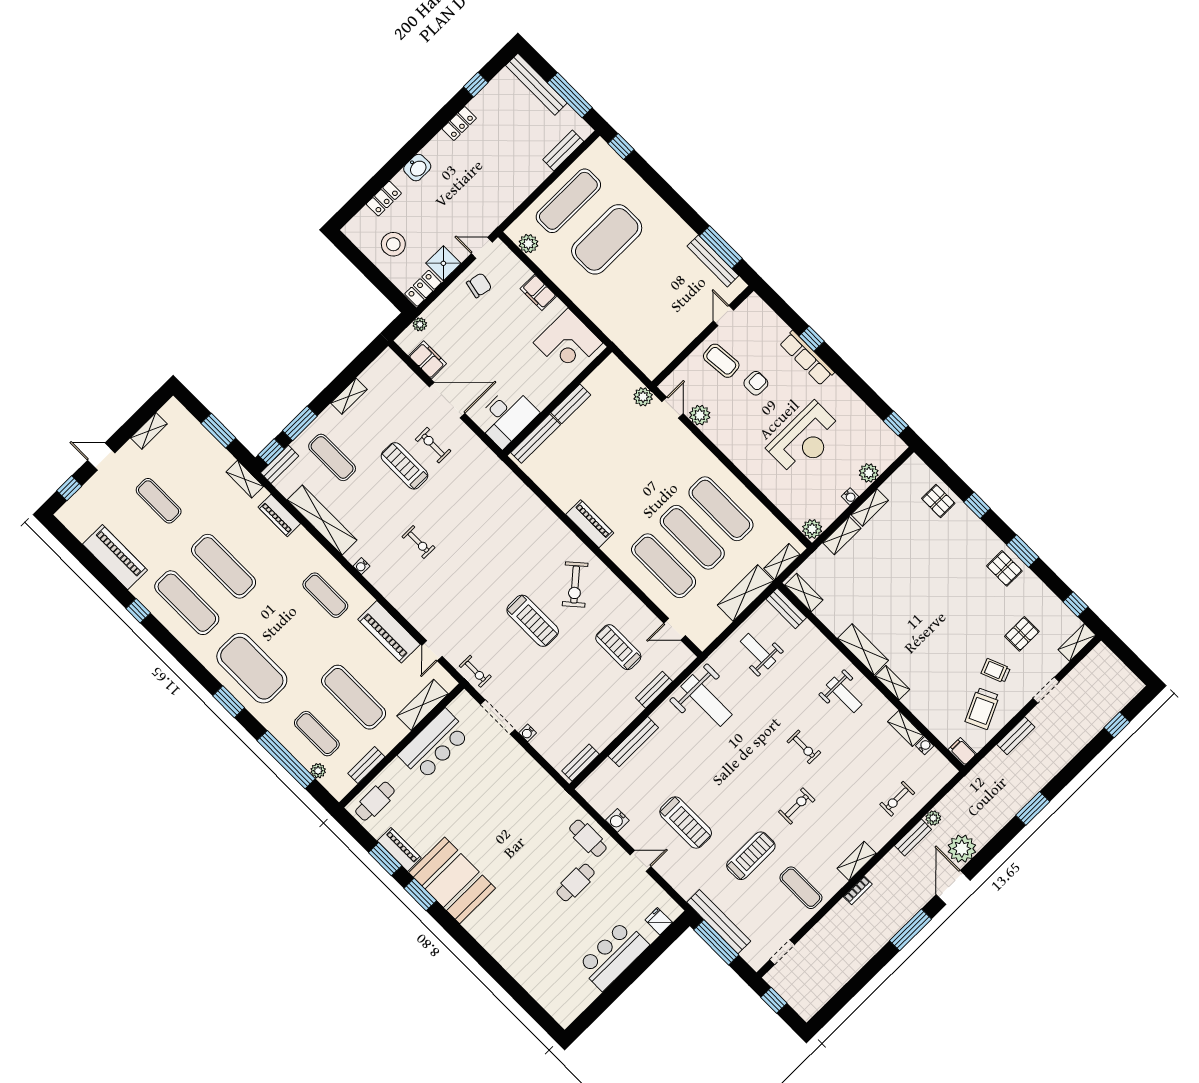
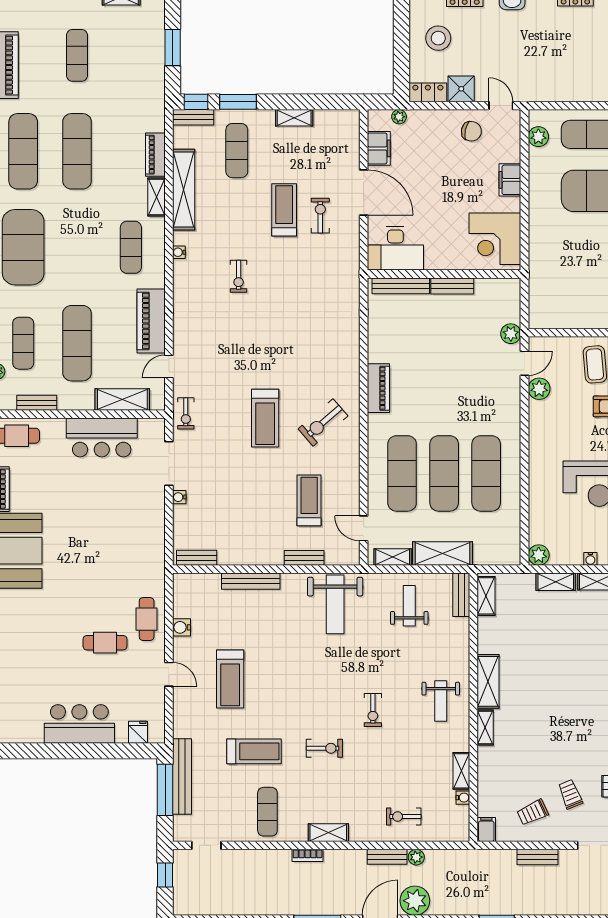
shelving: (245, 479) -> (156, 197), moved
shelving: (782, 562) -> (393, 557), moved
trolley: (982, 708) -> (533, 812), width x0.73, depth x0.72

